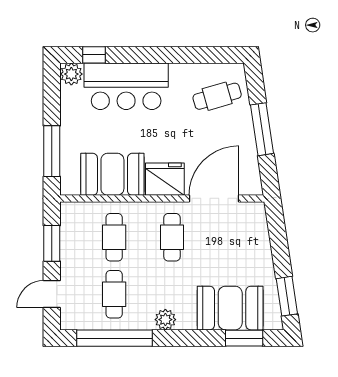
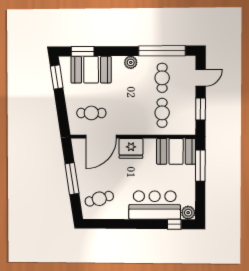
booth: (112, 174) -> (176, 151), moved
cafe table: (172, 237) -> (91, 113), moved, turned 90

